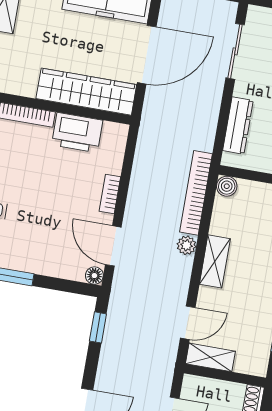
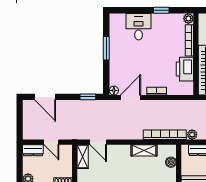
boiler: (227, 186) -> (171, 162), moved
plant: (187, 245) -> (192, 135), moved
shelving: (215, 261) -> (144, 150), moved

